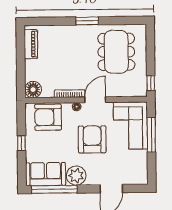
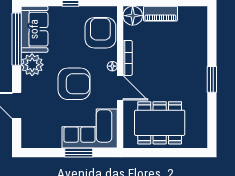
piano: (31, 44) -> (160, 14), moved
dining table: (116, 52) -> (160, 123), moved
window: (151, 83) -> (139, 153), removed
window: (151, 135) -> (79, 153), width x0.69

